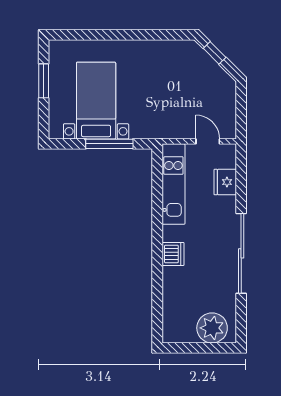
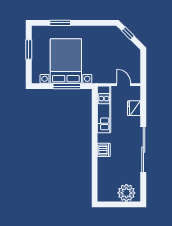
window: (98, 35) -> (60, 23), added
bed with nightstands: (96, 101) -> (66, 61), width x1.36

